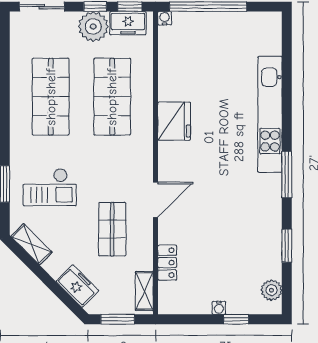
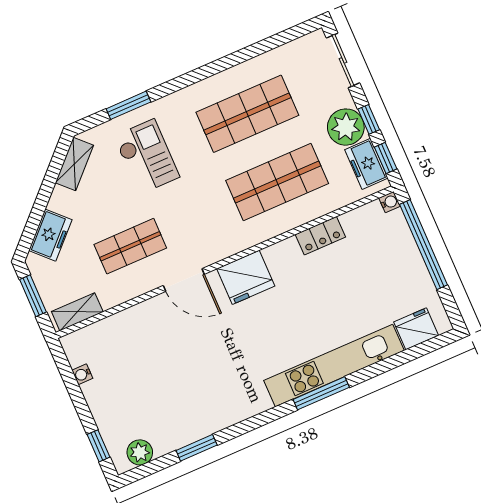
fridge: (269, 40) -> (416, 329), added
fridge: (174, 121) -> (246, 277), moved
window: (287, 175) -> (321, 393), moved
checkout: (50, 187) -> (147, 157), turned 180
locker: (167, 263) -> (320, 236), moved
water cooler: (219, 308) -> (82, 374), moved
window: (236, 319) -> (99, 446), moved

